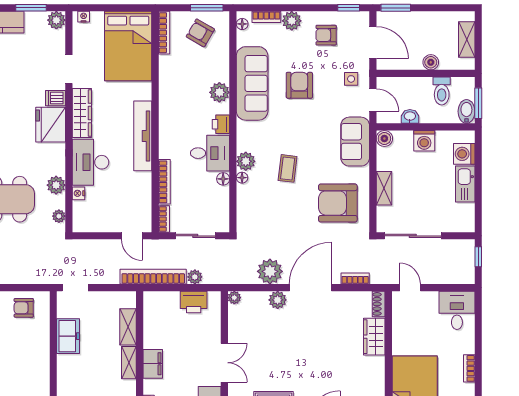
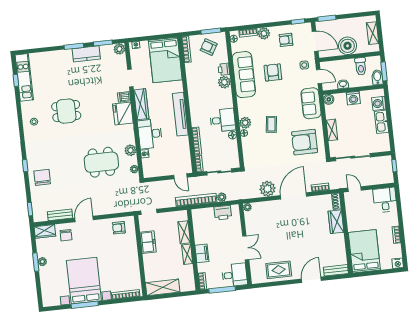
boiler: (431, 62) -> (348, 46), width x1.86, depth x1.86
printer: (221, 124) -> (224, 69), moved
plant: (278, 300) -> (274, 206), removed

